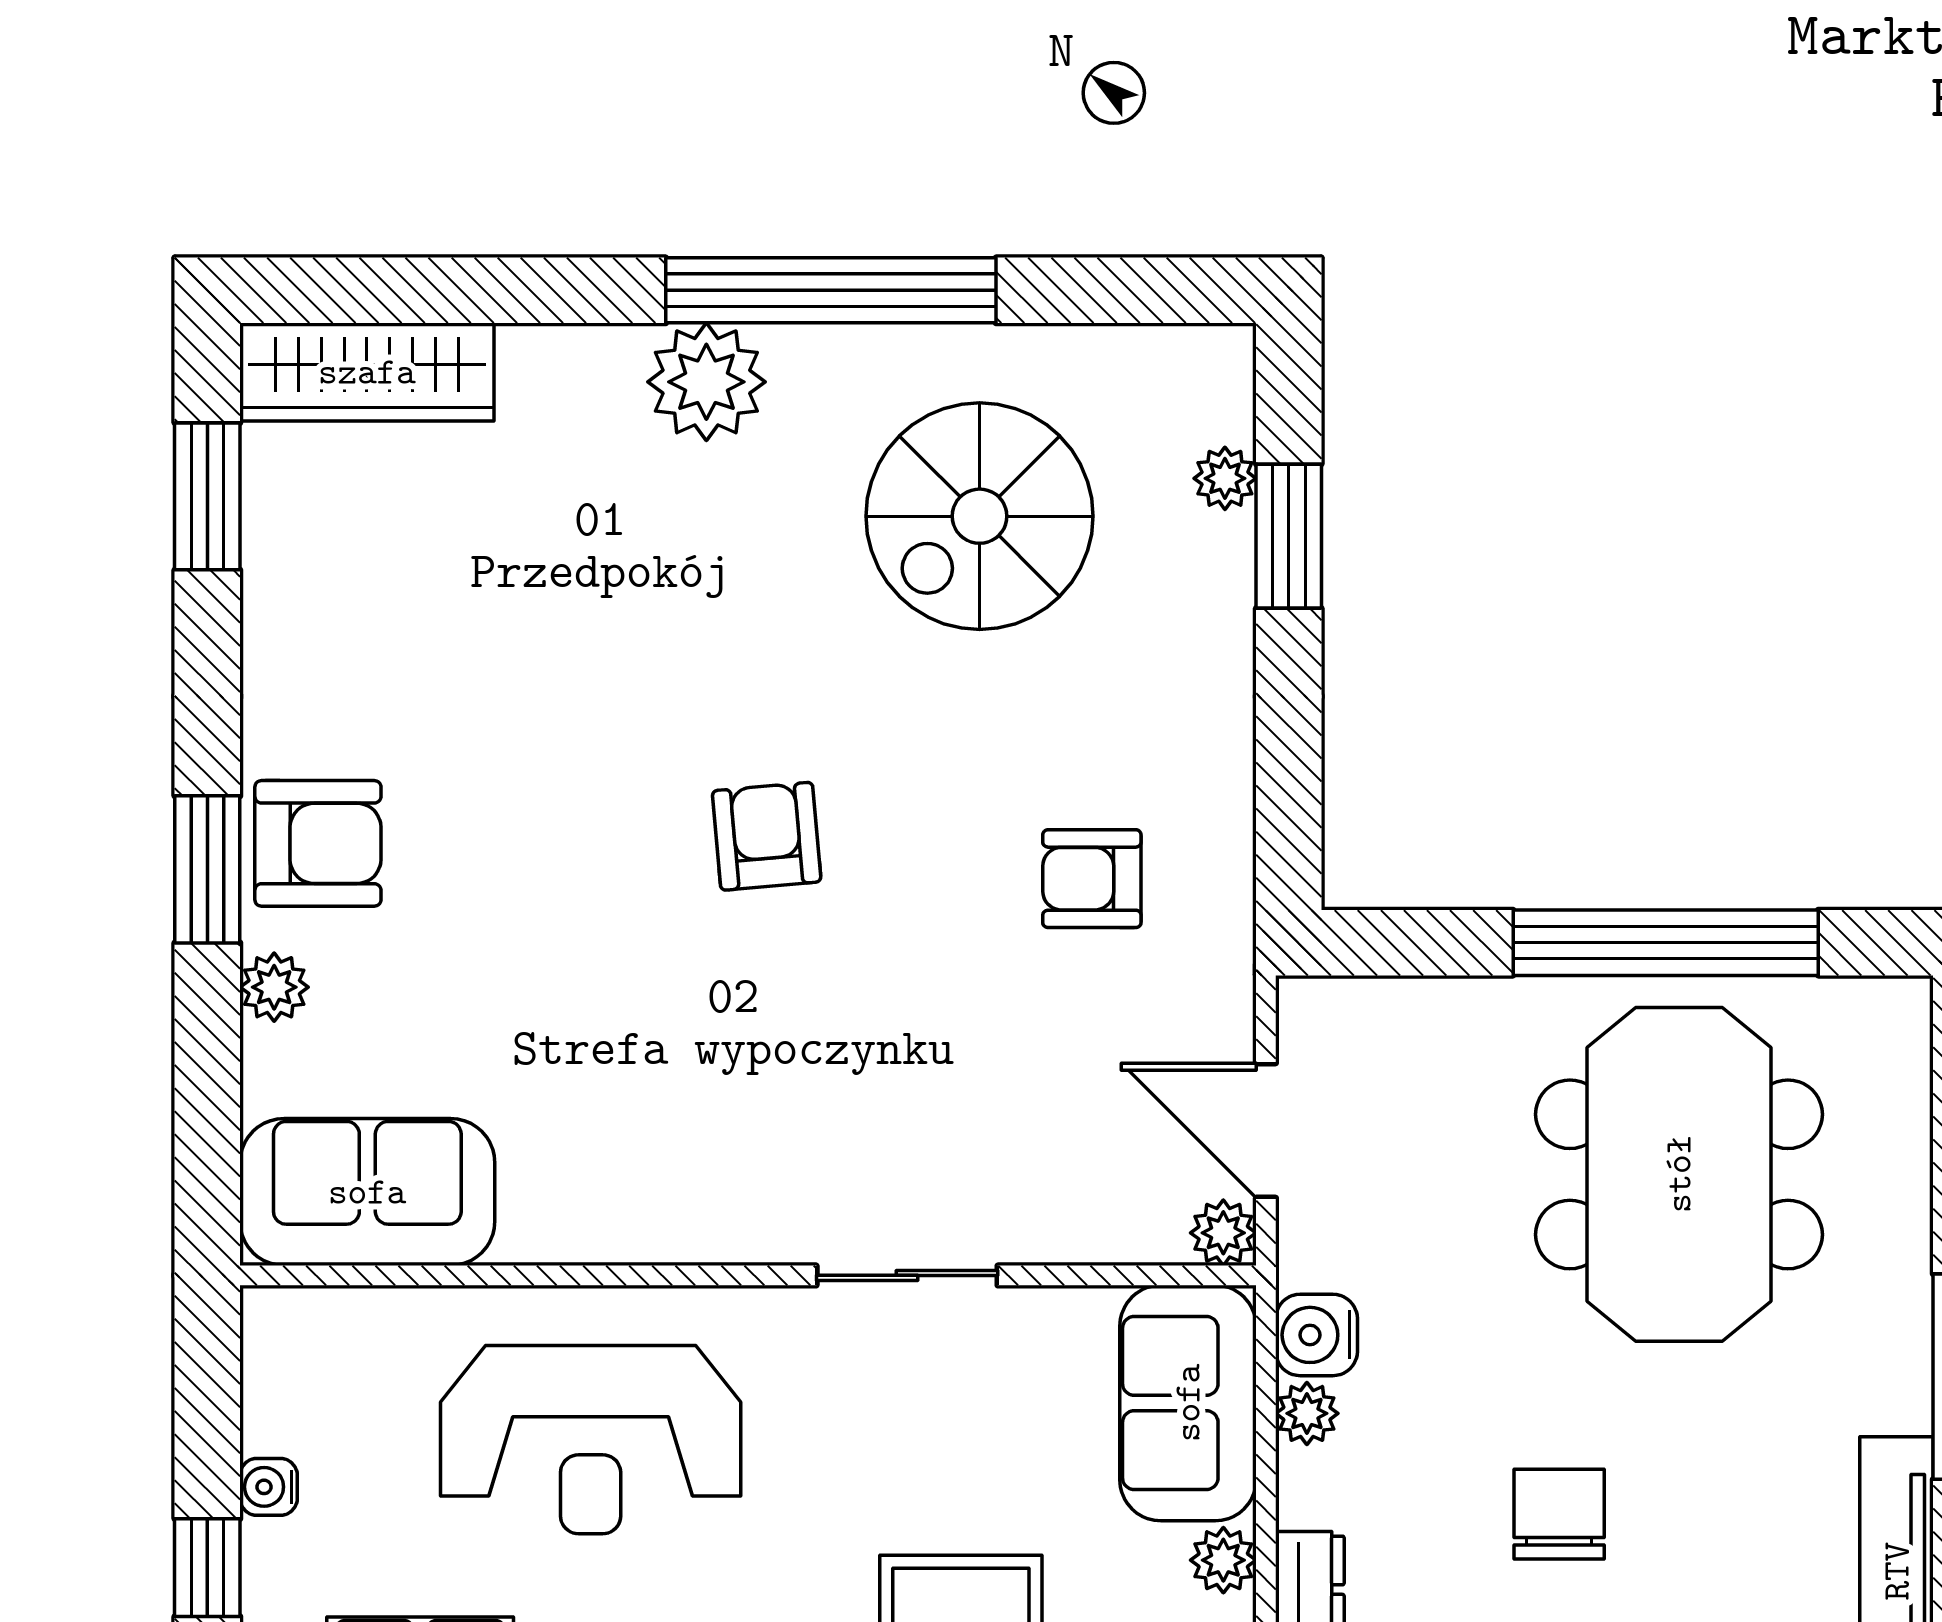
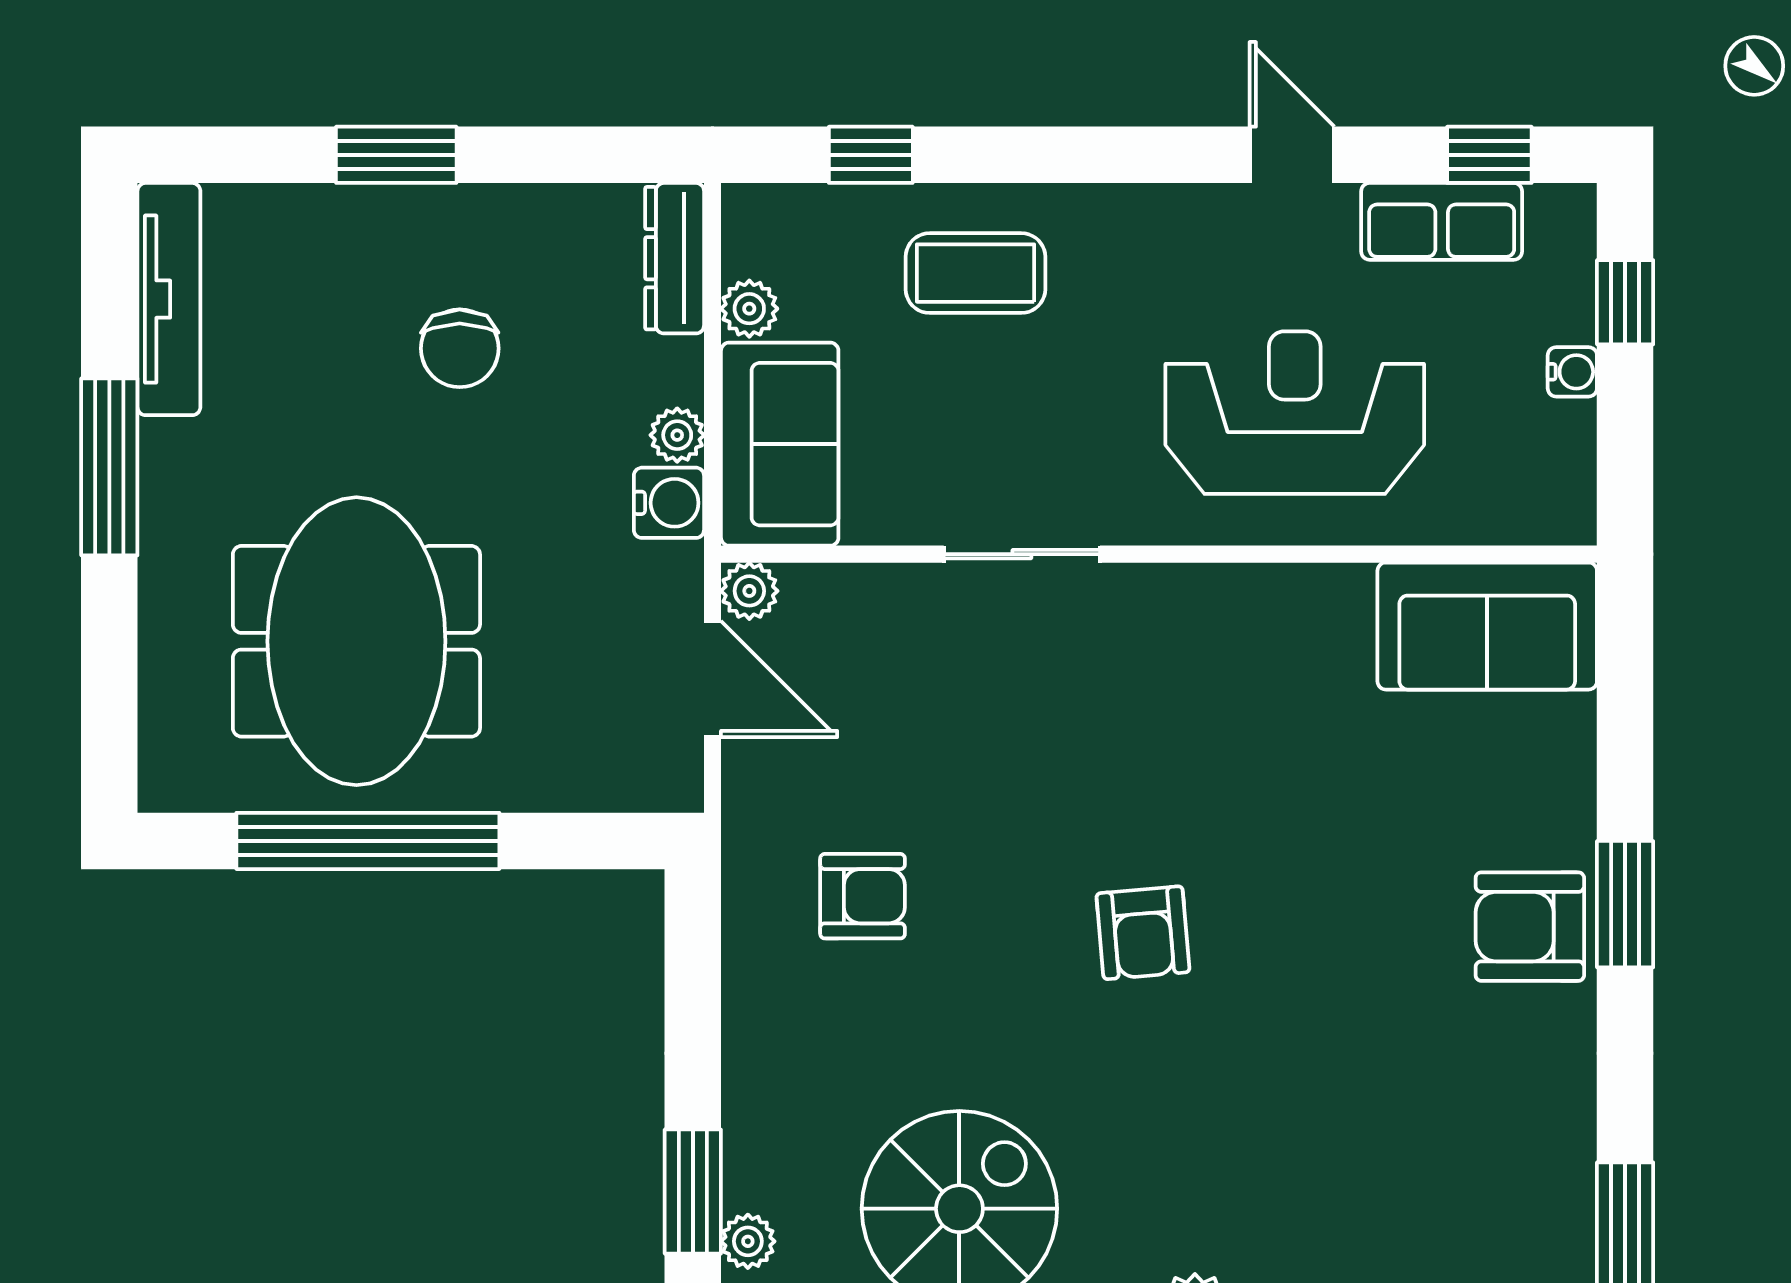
plant: (274, 987) -> (1567, 803), removed

